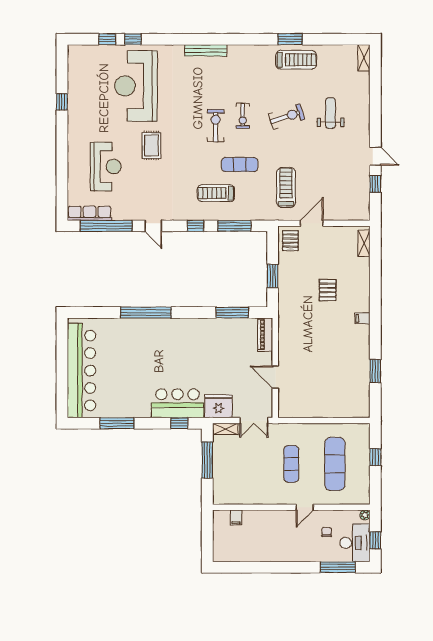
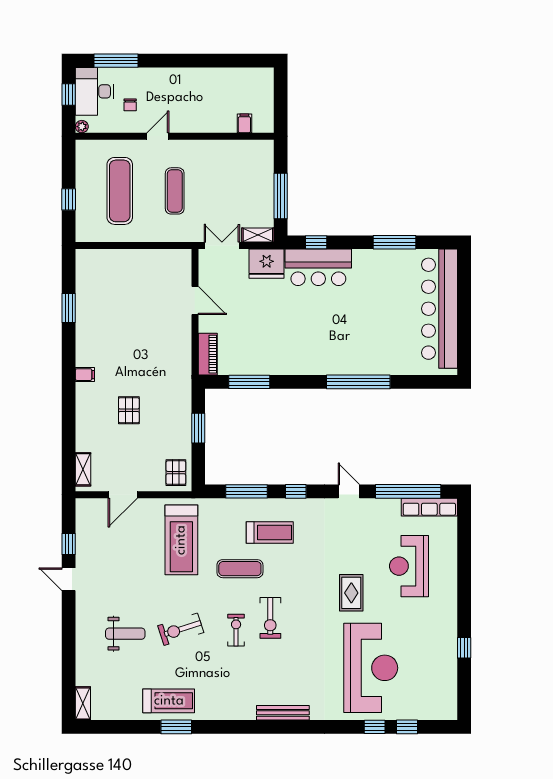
treadmill: (296, 60) -> (169, 701), turned 180
weight bench: (331, 113) -> (125, 634), turned -90
treadmill: (286, 187) -> (181, 540), width x1.37, depth x1.38
door: (312, 223) -> (123, 495), moved

